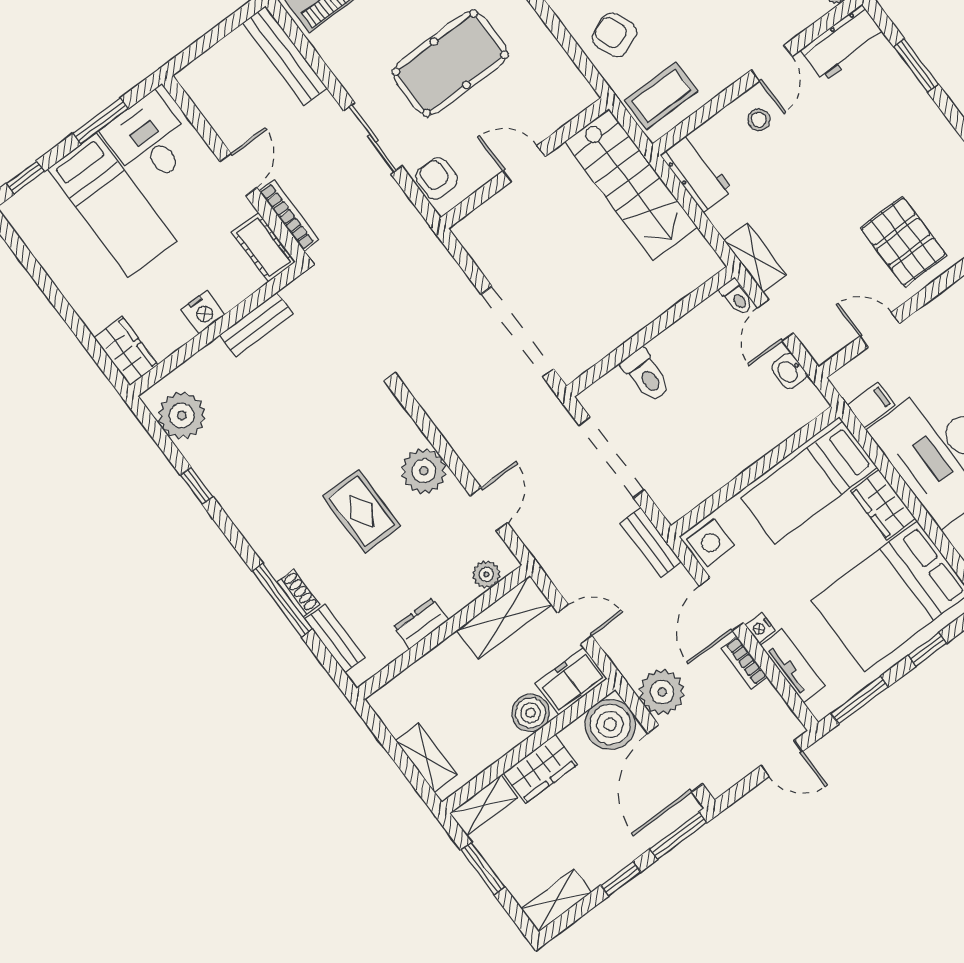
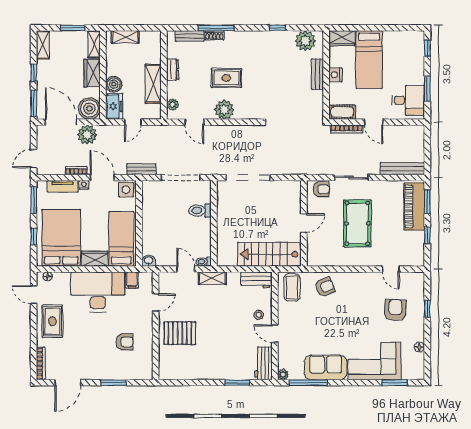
bed: (112, 205) -> (369, 60), moved, turned -90
bench: (256, 325) -> (317, 74), moved
washbasin: (789, 371) -> (149, 261), moved
shelving: (504, 617) -> (153, 84), moved

